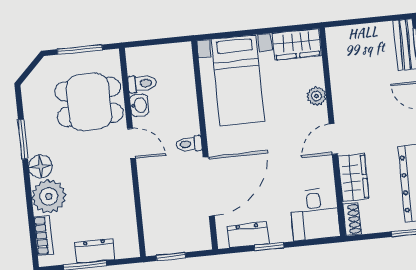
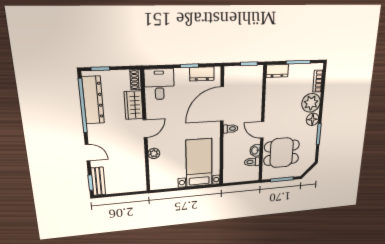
wardrobe: (297, 44) -> (164, 182), removed
dresser: (95, 251) -> (277, 71), moved

